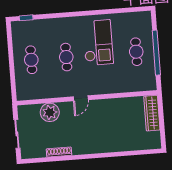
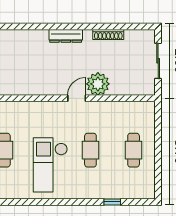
window: (26, 18) -> (112, 202), moved
plant: (50, 112) -> (98, 84), moved
dresser: (94, 148) -> (66, 36), added

